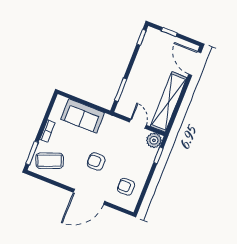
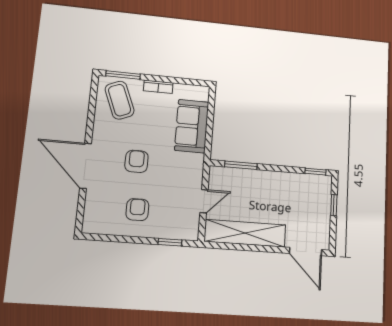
door: (195, 64) -> (306, 252), swing flipped
plant: (154, 140) -> (188, 230), removed
armchair: (126, 187) -> (137, 210), moved

